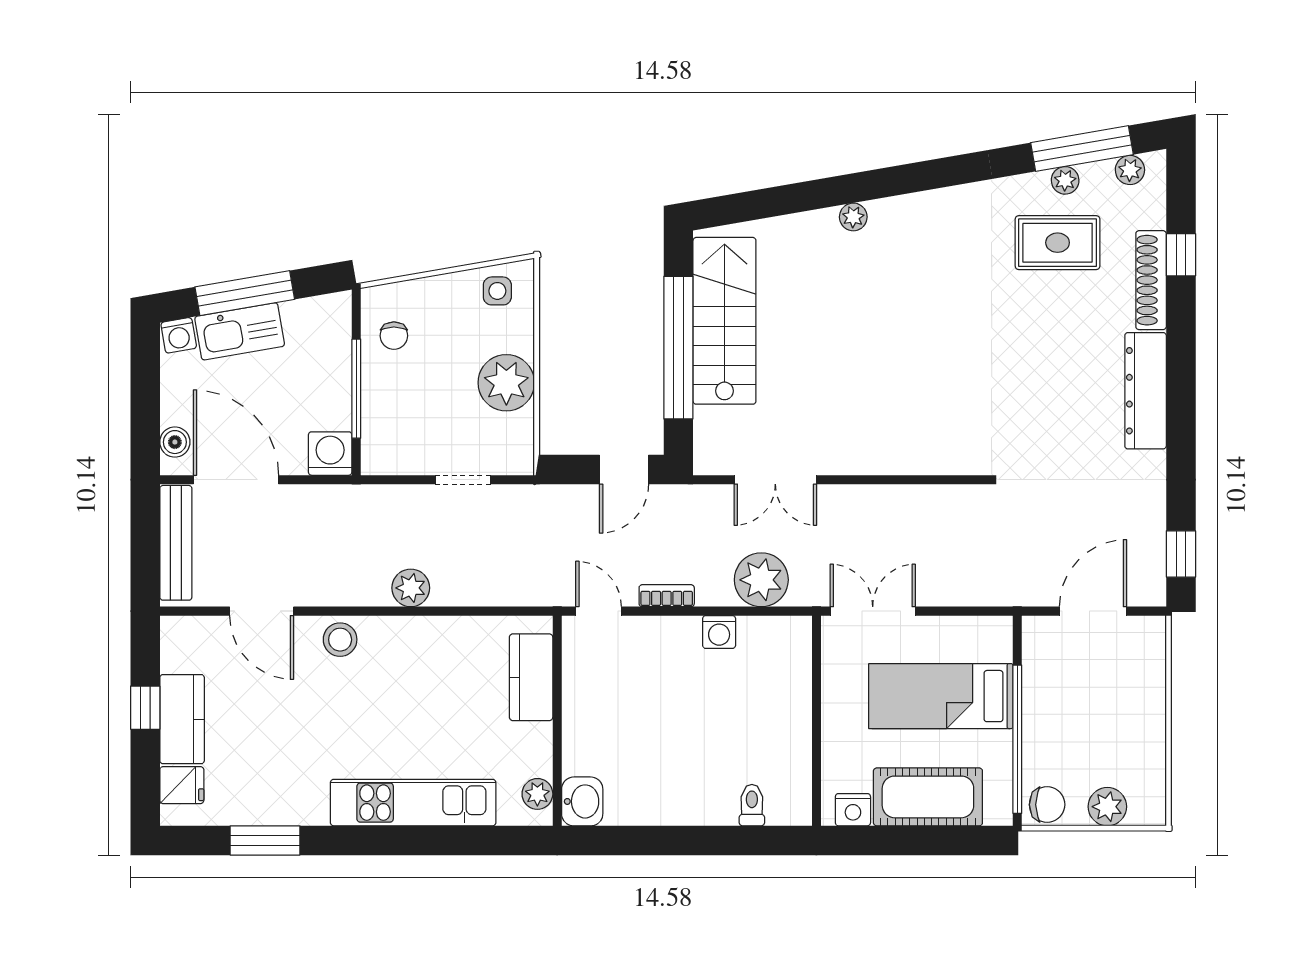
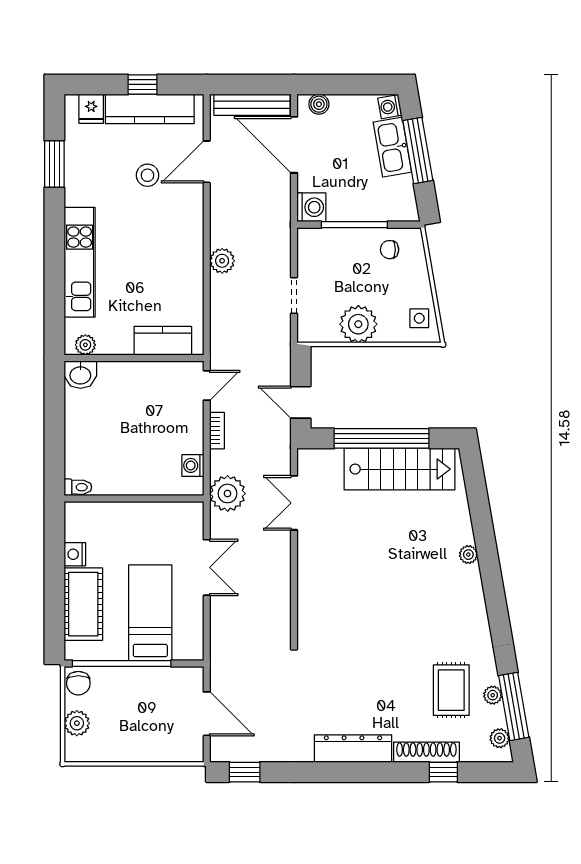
door: (236, 480) -> (294, 145), swing flipped
stool: (340, 640) -> (148, 175), moved
kitchen counter: (182, 719) -> (150, 109), width x1.50
wall: (816, 721) -> (134, 499), moved

